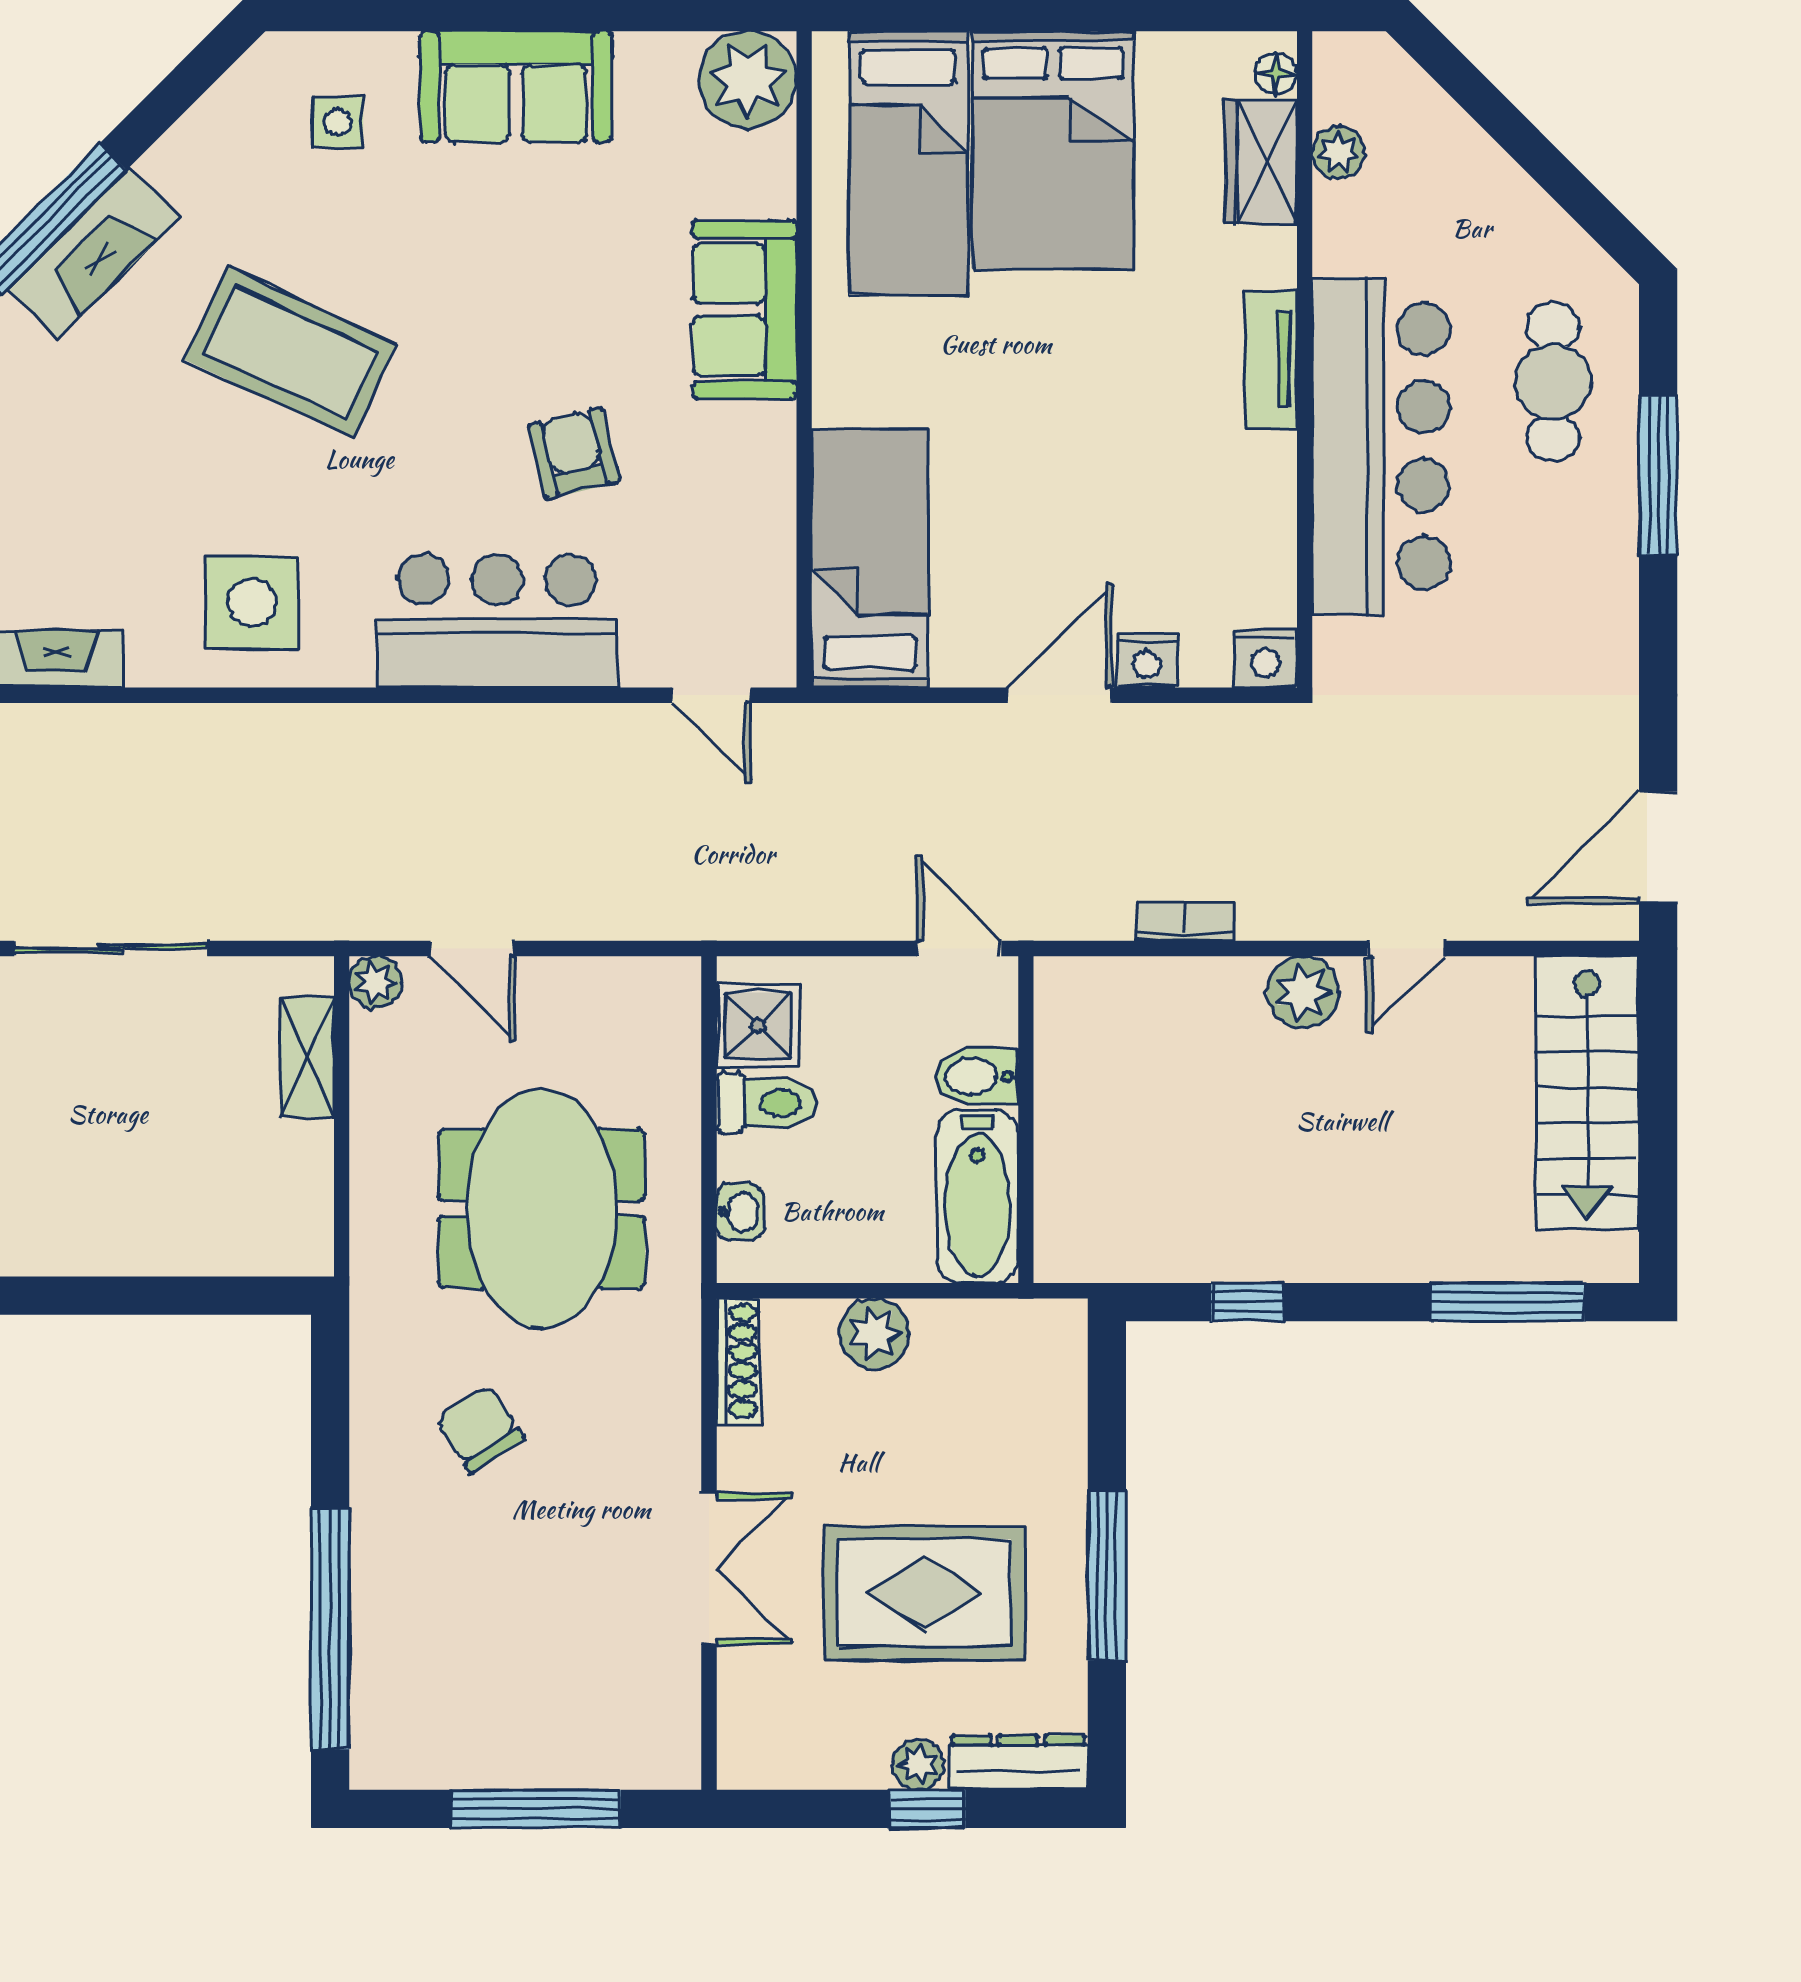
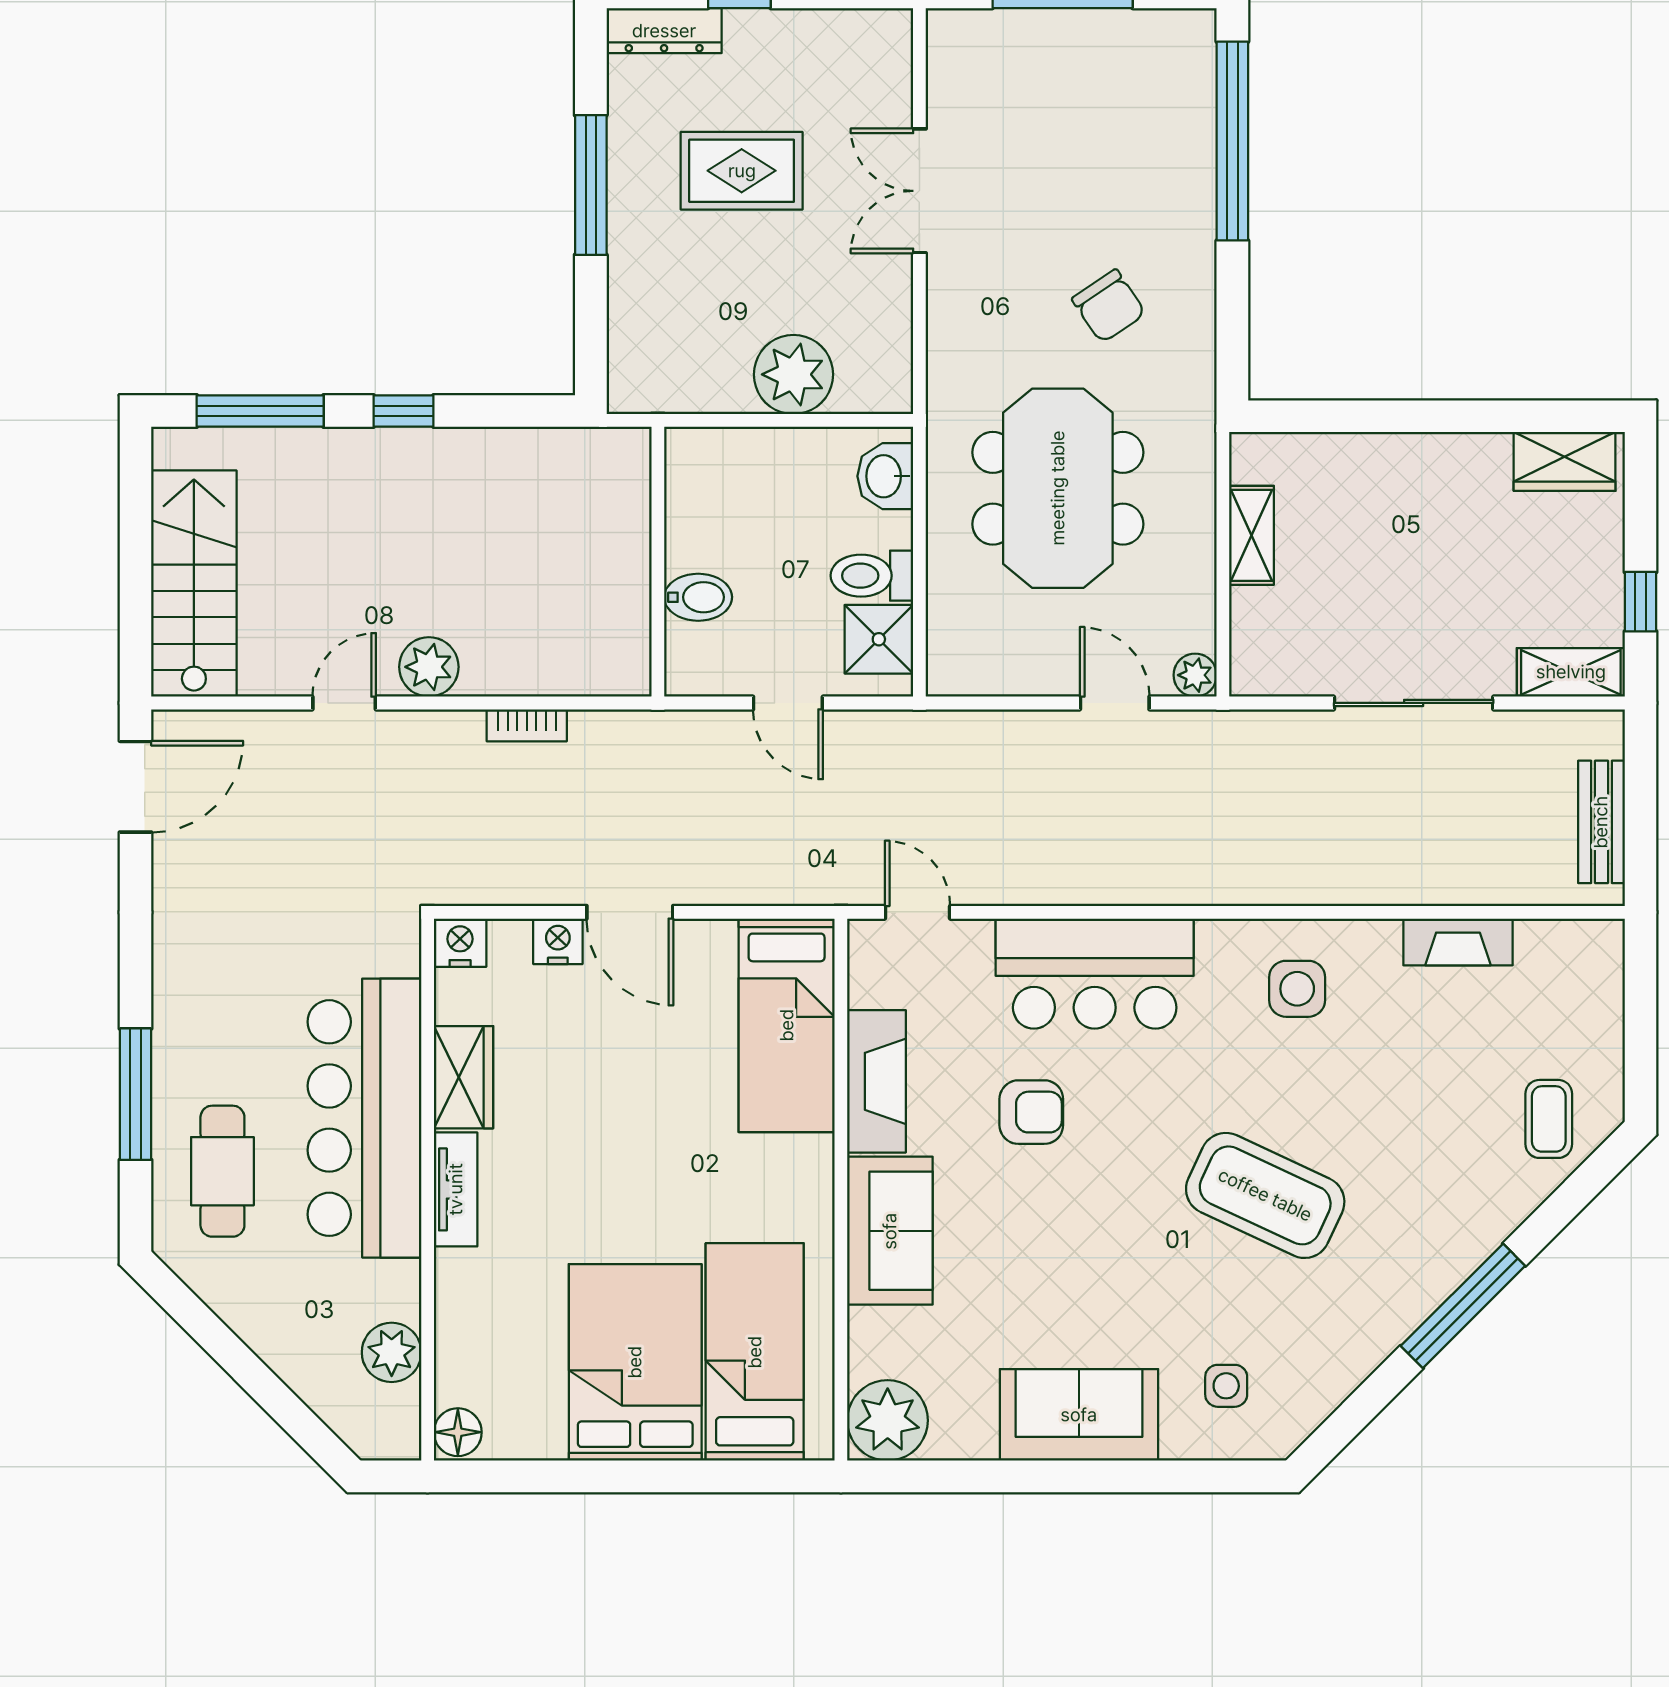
floor lamp: (1276, 74) -> (458, 1432), width x1.37, depth x1.37
plant: (1338, 153) -> (392, 1352), width x1.38, depth x1.38
wardrobe: (1261, 162) -> (463, 1077), moved
fireplace: (94, 253) -> (877, 1081), moved, turned 135
armchair: (574, 453) -> (1031, 1112), turned -76
side table: (252, 603) -> (1297, 989), width x0.73, depth x0.73
door: (1060, 695) -> (630, 912), hinge flipped
door: (959, 949) -> (788, 703), moved
shelving: (307, 1057) -> (1252, 535), moved
bathtub: (977, 1197) -> (698, 498), removed
washbasin: (740, 1212) -> (885, 476), width x1.38, depth x1.45
window: (1248, 1302) -> (404, 411), moved
plant: (874, 1333) -> (793, 374), width x1.36, depth x1.36
shoe rack: (738, 1361) -> (896, 362), removed
rug: (924, 1593) -> (742, 171), width x0.73, depth x0.70
plant: (918, 1765) -> (747, 29), removed

